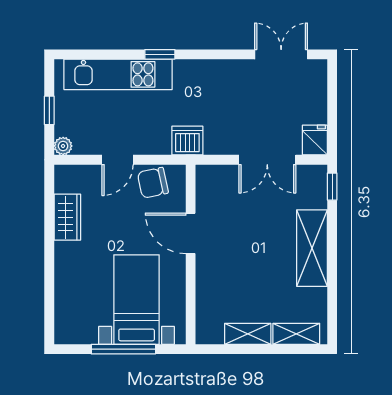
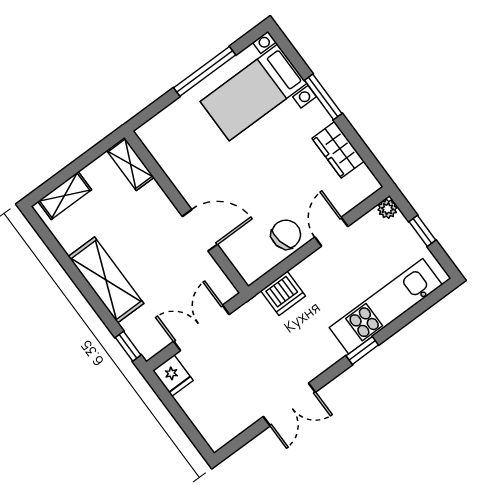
double door: (281, 54) -> (289, 404), moved
door: (191, 233) -> (200, 230), moved
wall: (191, 254) -> (186, 212), moved
window: (49, 265) -> (323, 97), added
bed with nightstands: (137, 300) -> (253, 92), moved, turned 90
shelving: (248, 334) -> (130, 164), moved, turned 90

